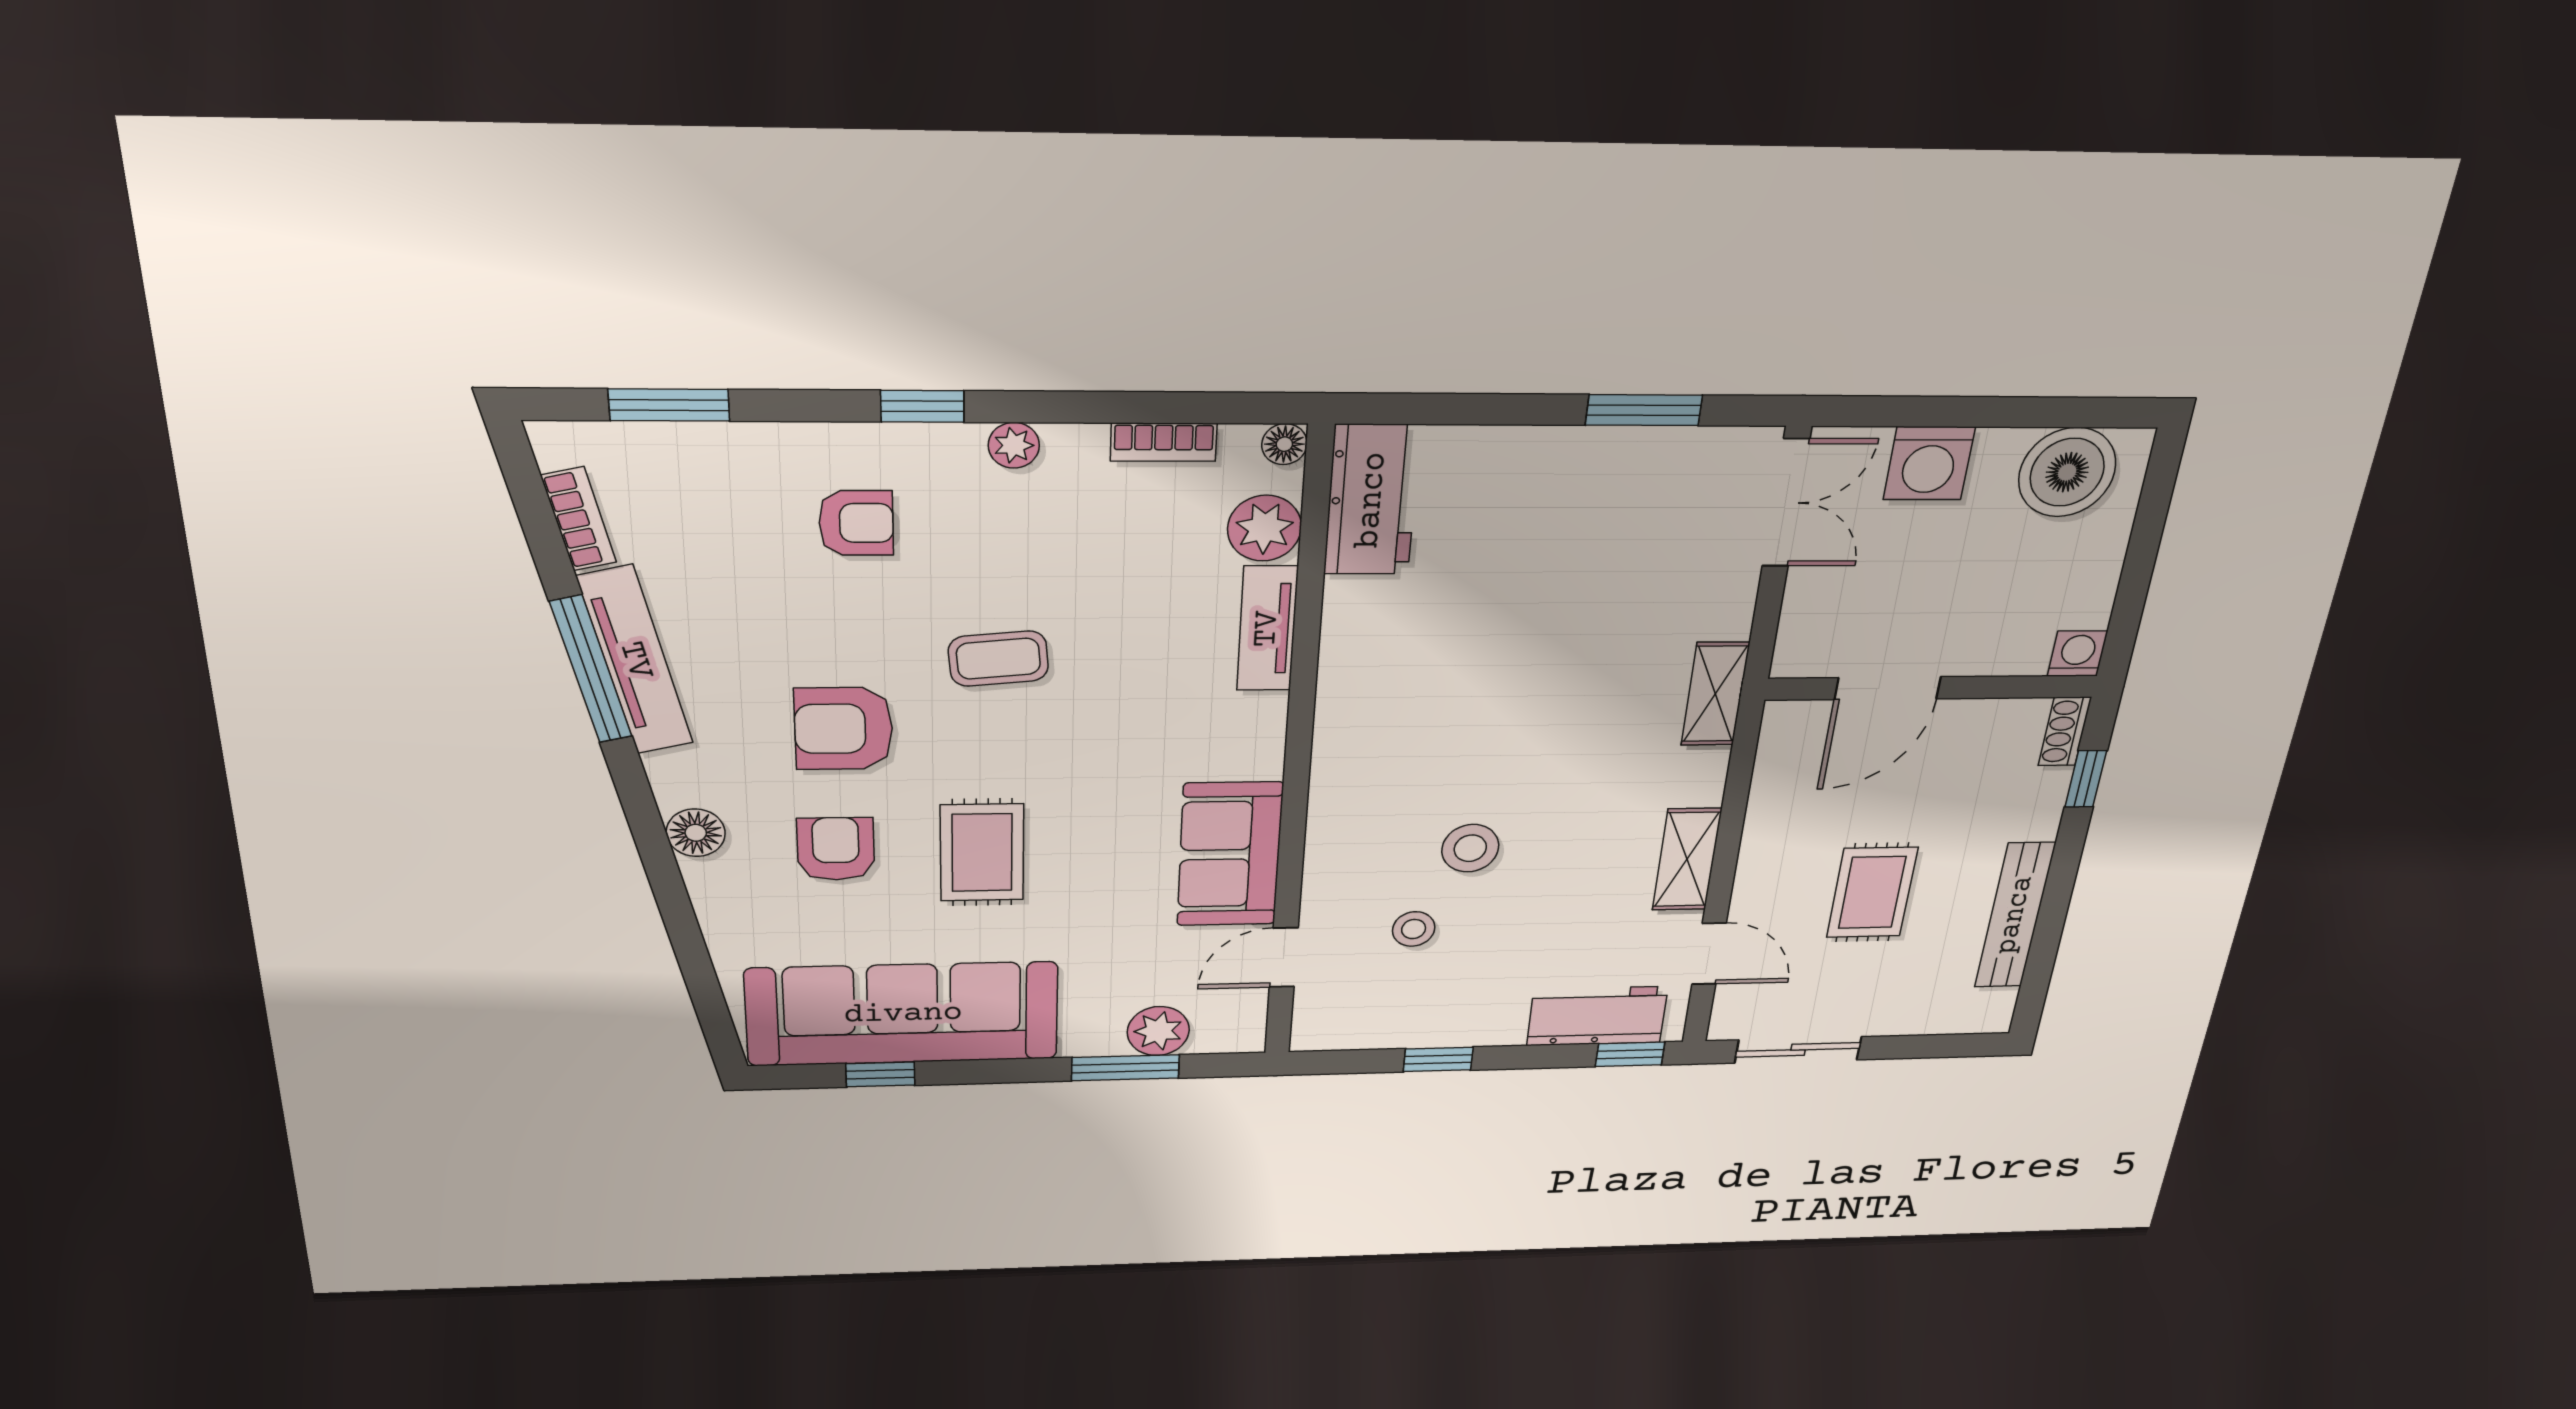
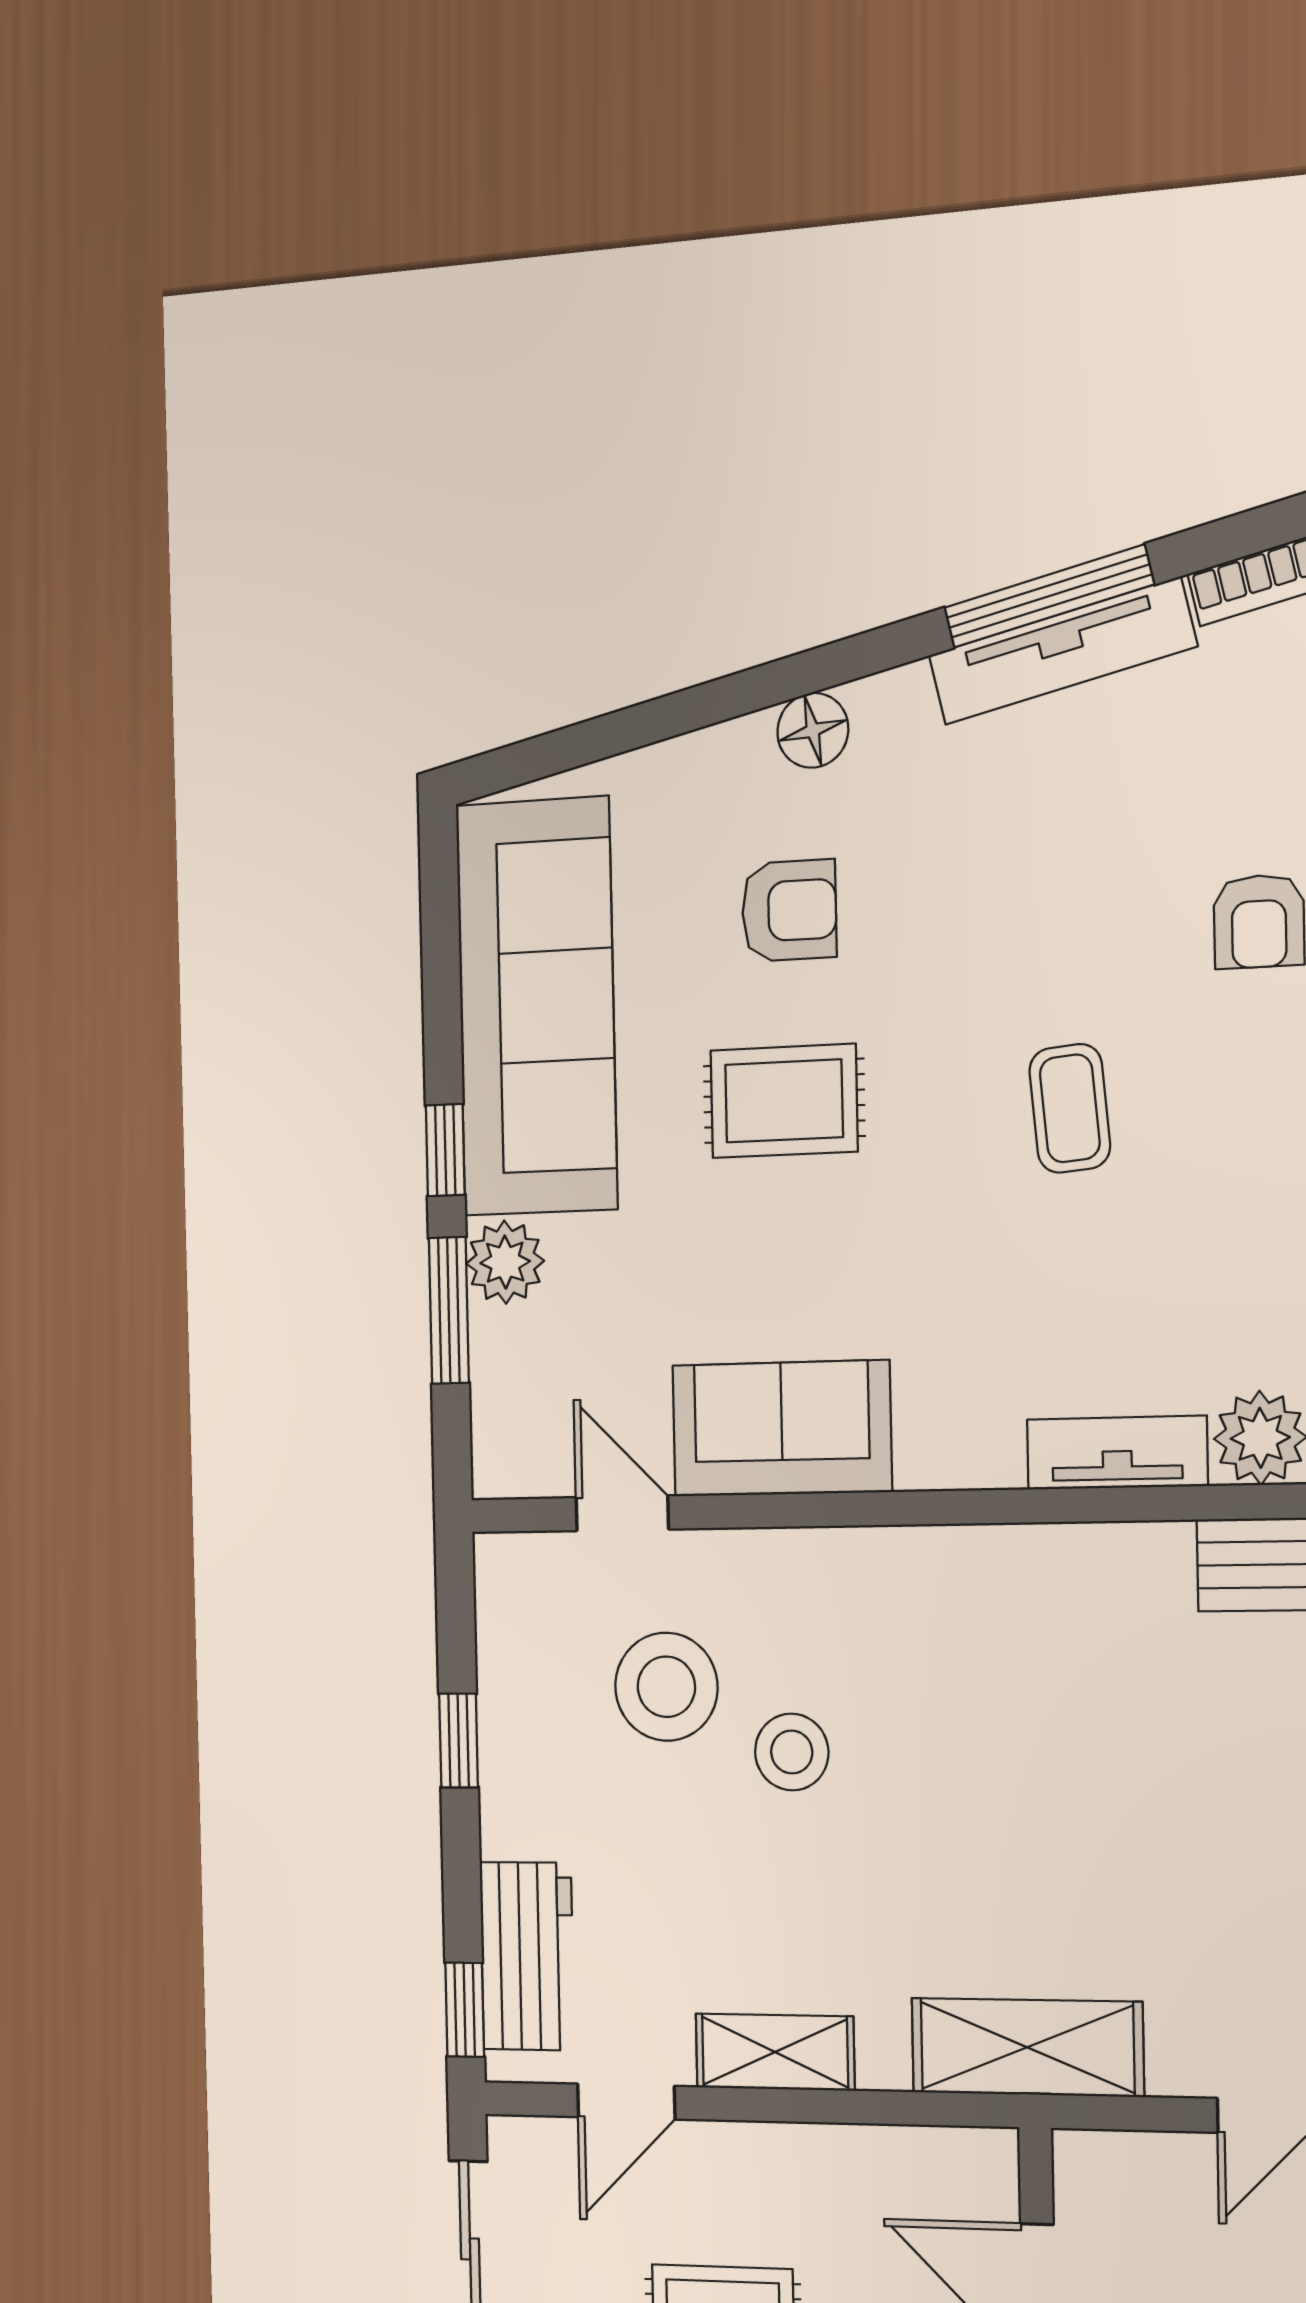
shelving: (1715, 694) -> (1027, 2047), width x1.50, depth x1.33
armchair: (844, 729) -> (967, 915), removed
stool: (1414, 929) -> (666, 1687), width x1.89, depth x1.89
plant: (1158, 1031) -> (505, 1262), moved
window: (880, 1074) -> (445, 1150), moved

